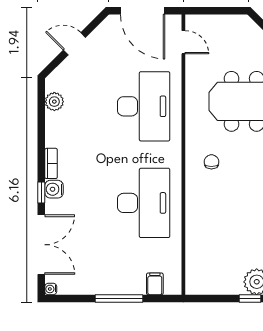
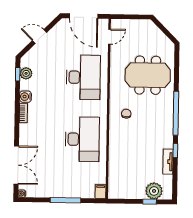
door: (183, 42) -> (109, 37), hinge flipped
water cooler: (54, 189) -> (25, 97), moved
window: (41, 192) -> (18, 74), moved
filing cabinet: (155, 284) -> (101, 191), moved

